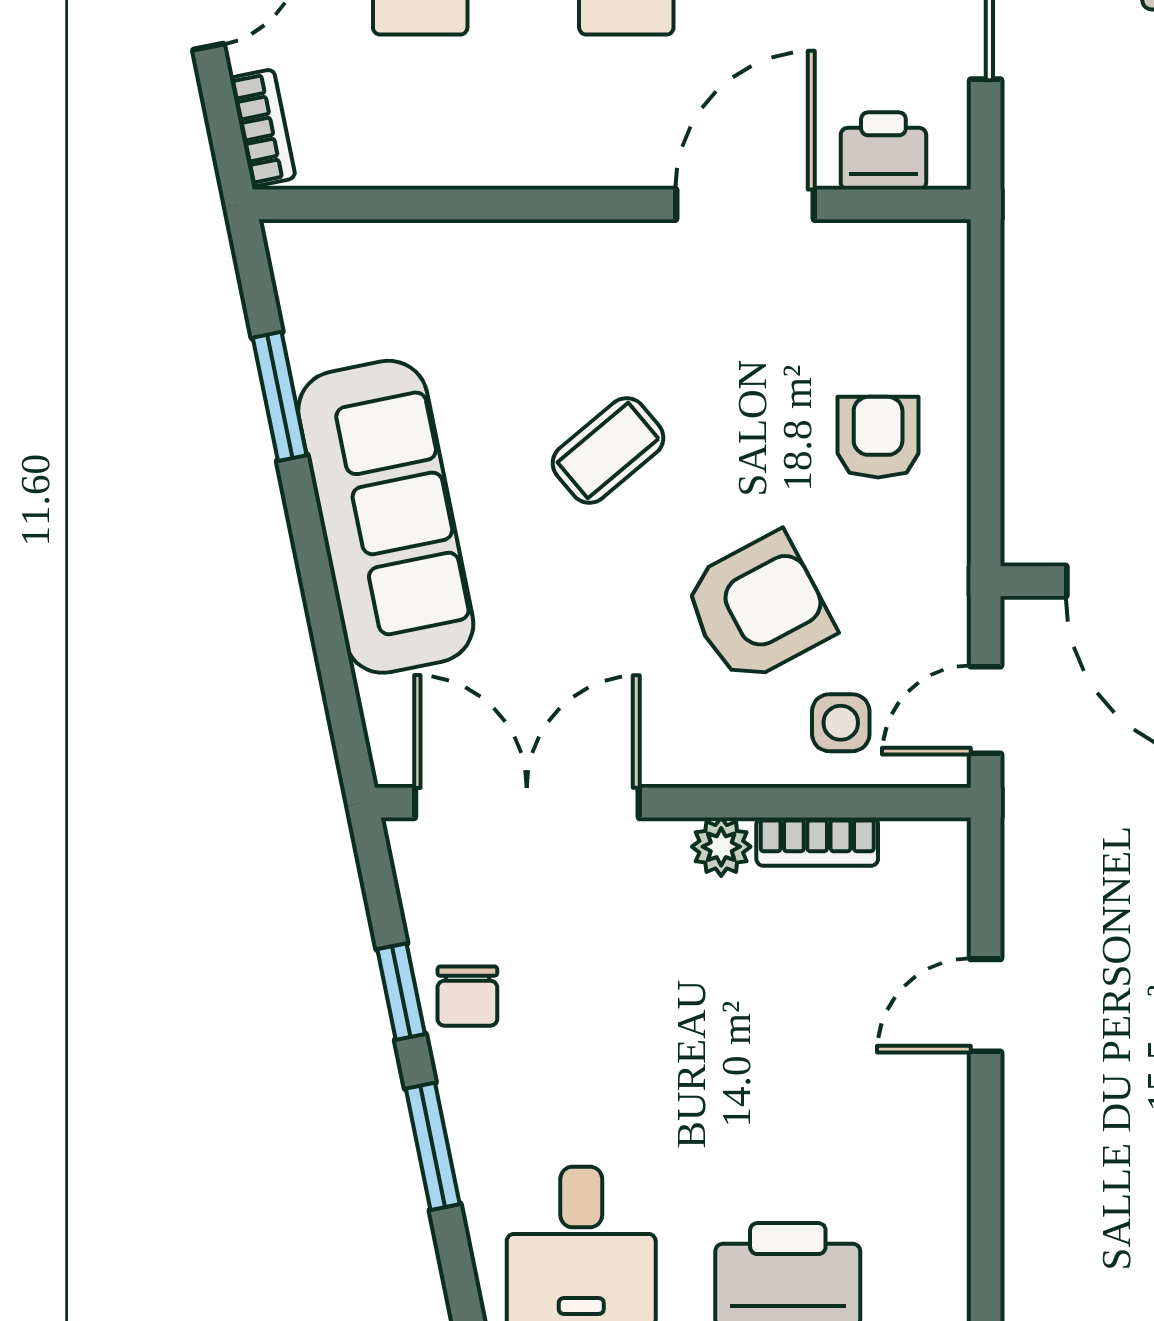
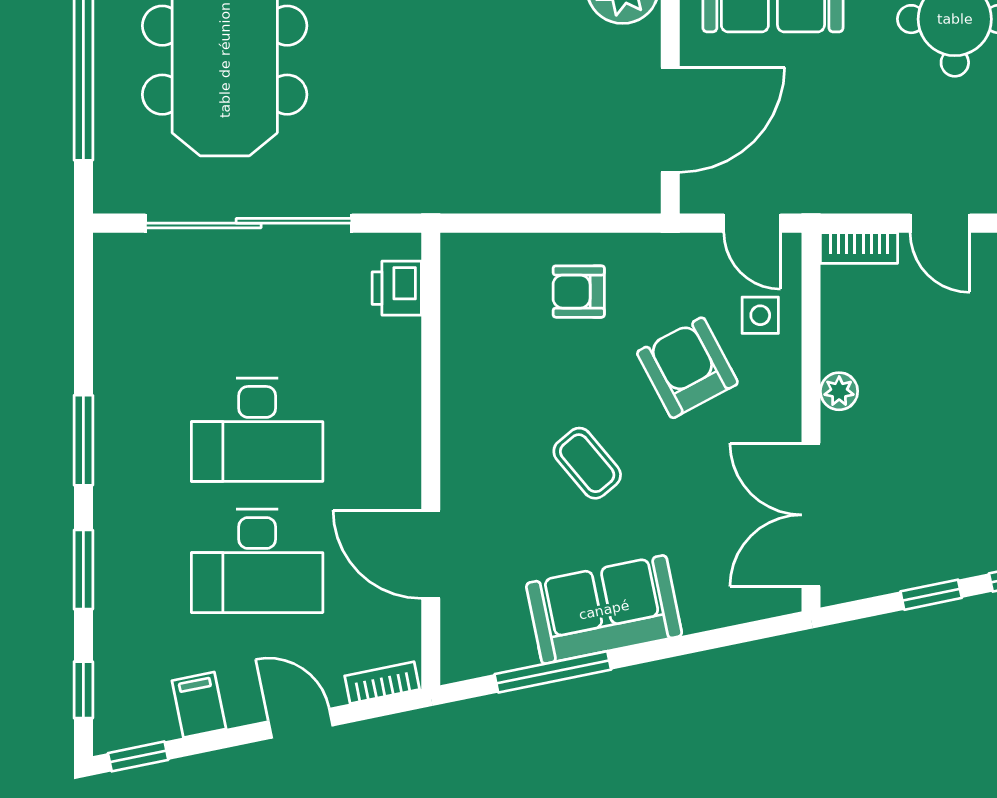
door: (745, 204) -> (431, 554), moved
window: (280, 396) -> (553, 672), width x1.44
sofa: (386, 517) -> (604, 610), width x0.73
bookcase: (817, 842) -> (859, 248), moved, turned 90
chair: (467, 996) -> (934, 553), removed

